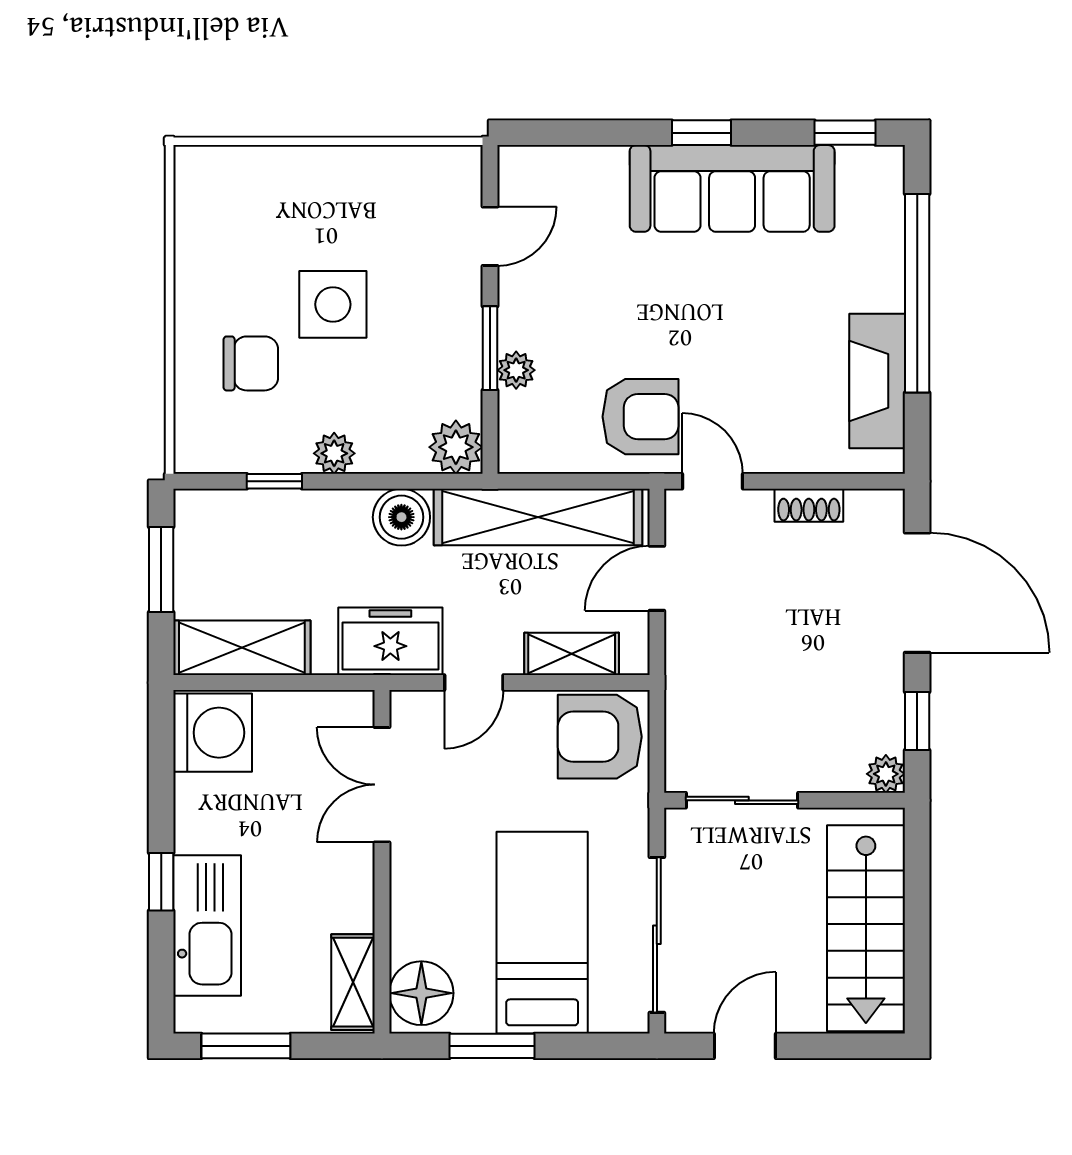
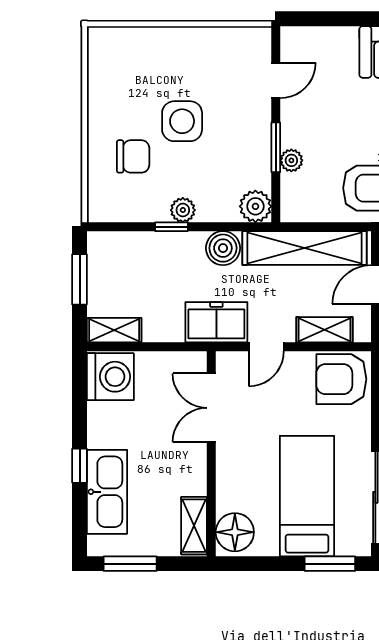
window: (274, 481) -> (171, 227), moved
shelving: (242, 648) -> (114, 330), width x0.67, depth x0.75
window: (492, 1046) -> (330, 564), moved

